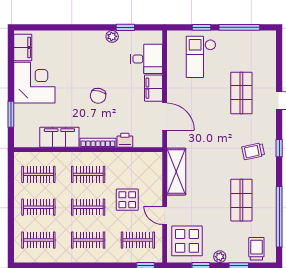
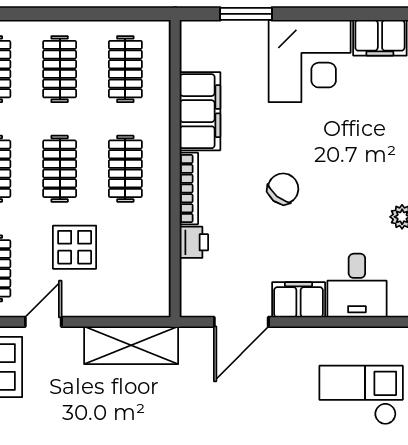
chair: (98, 96) -> (283, 189), turned 115

